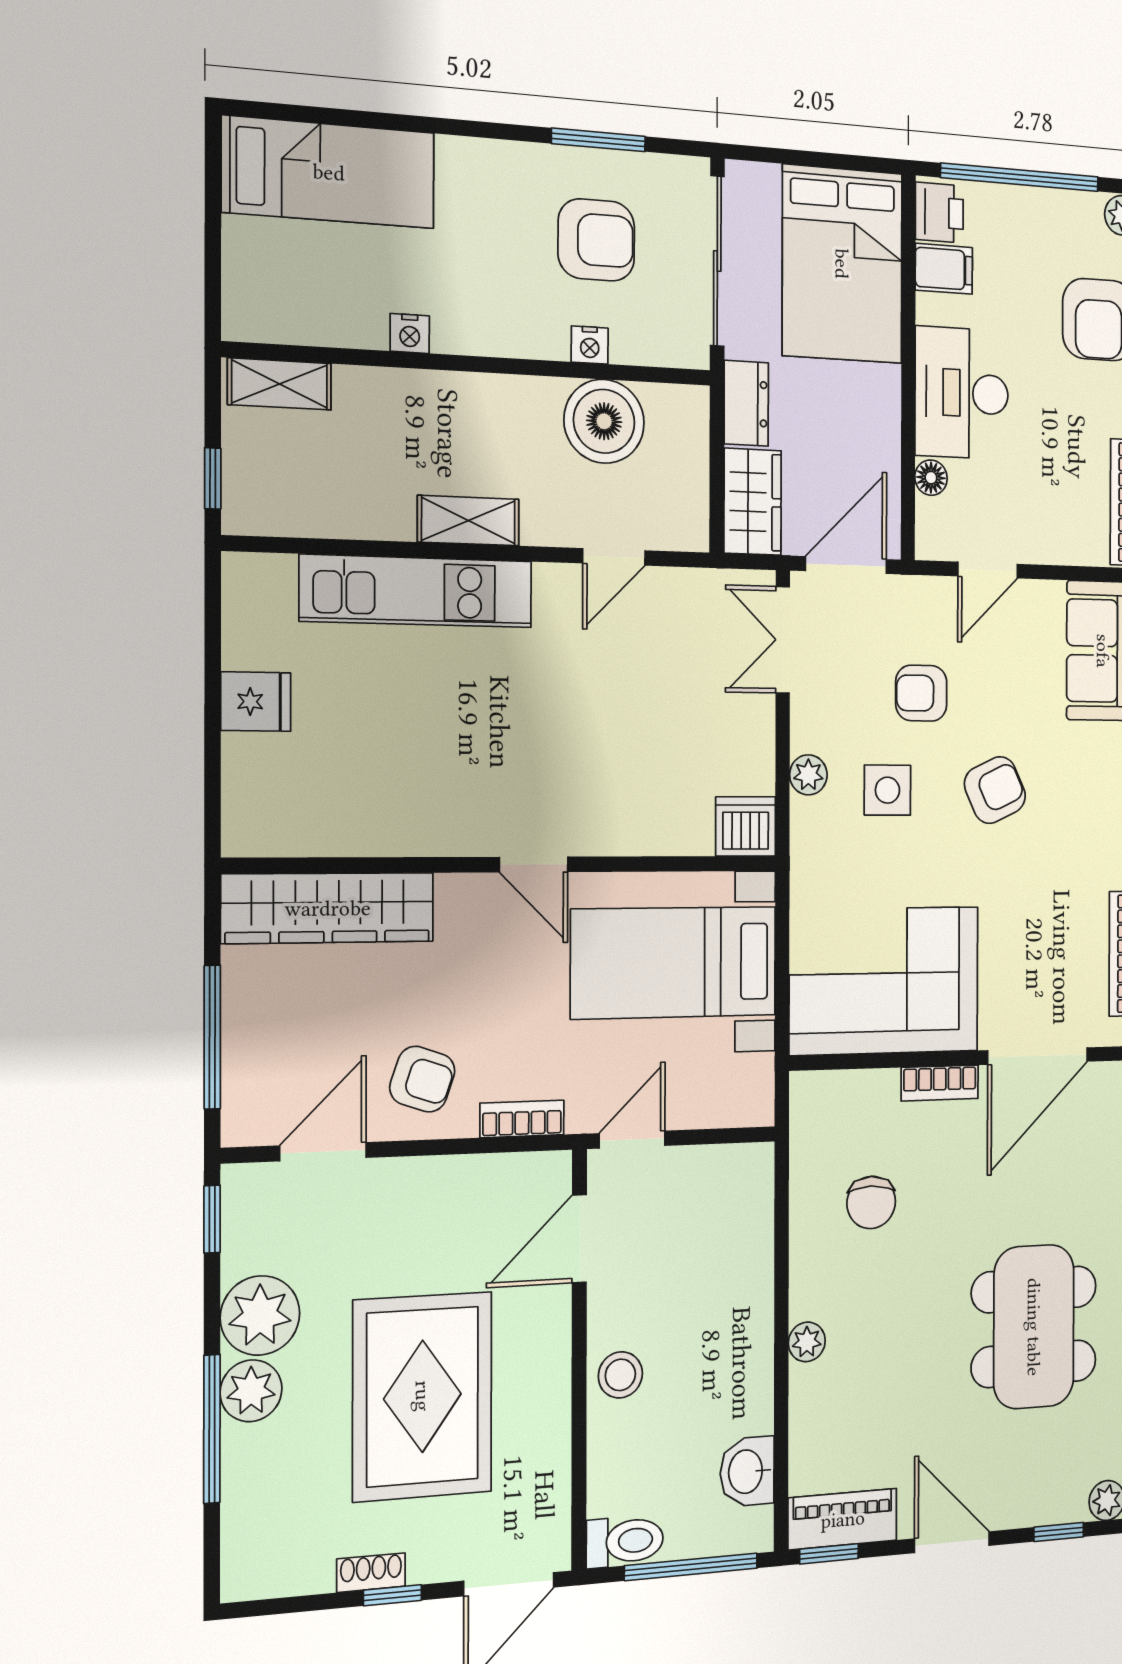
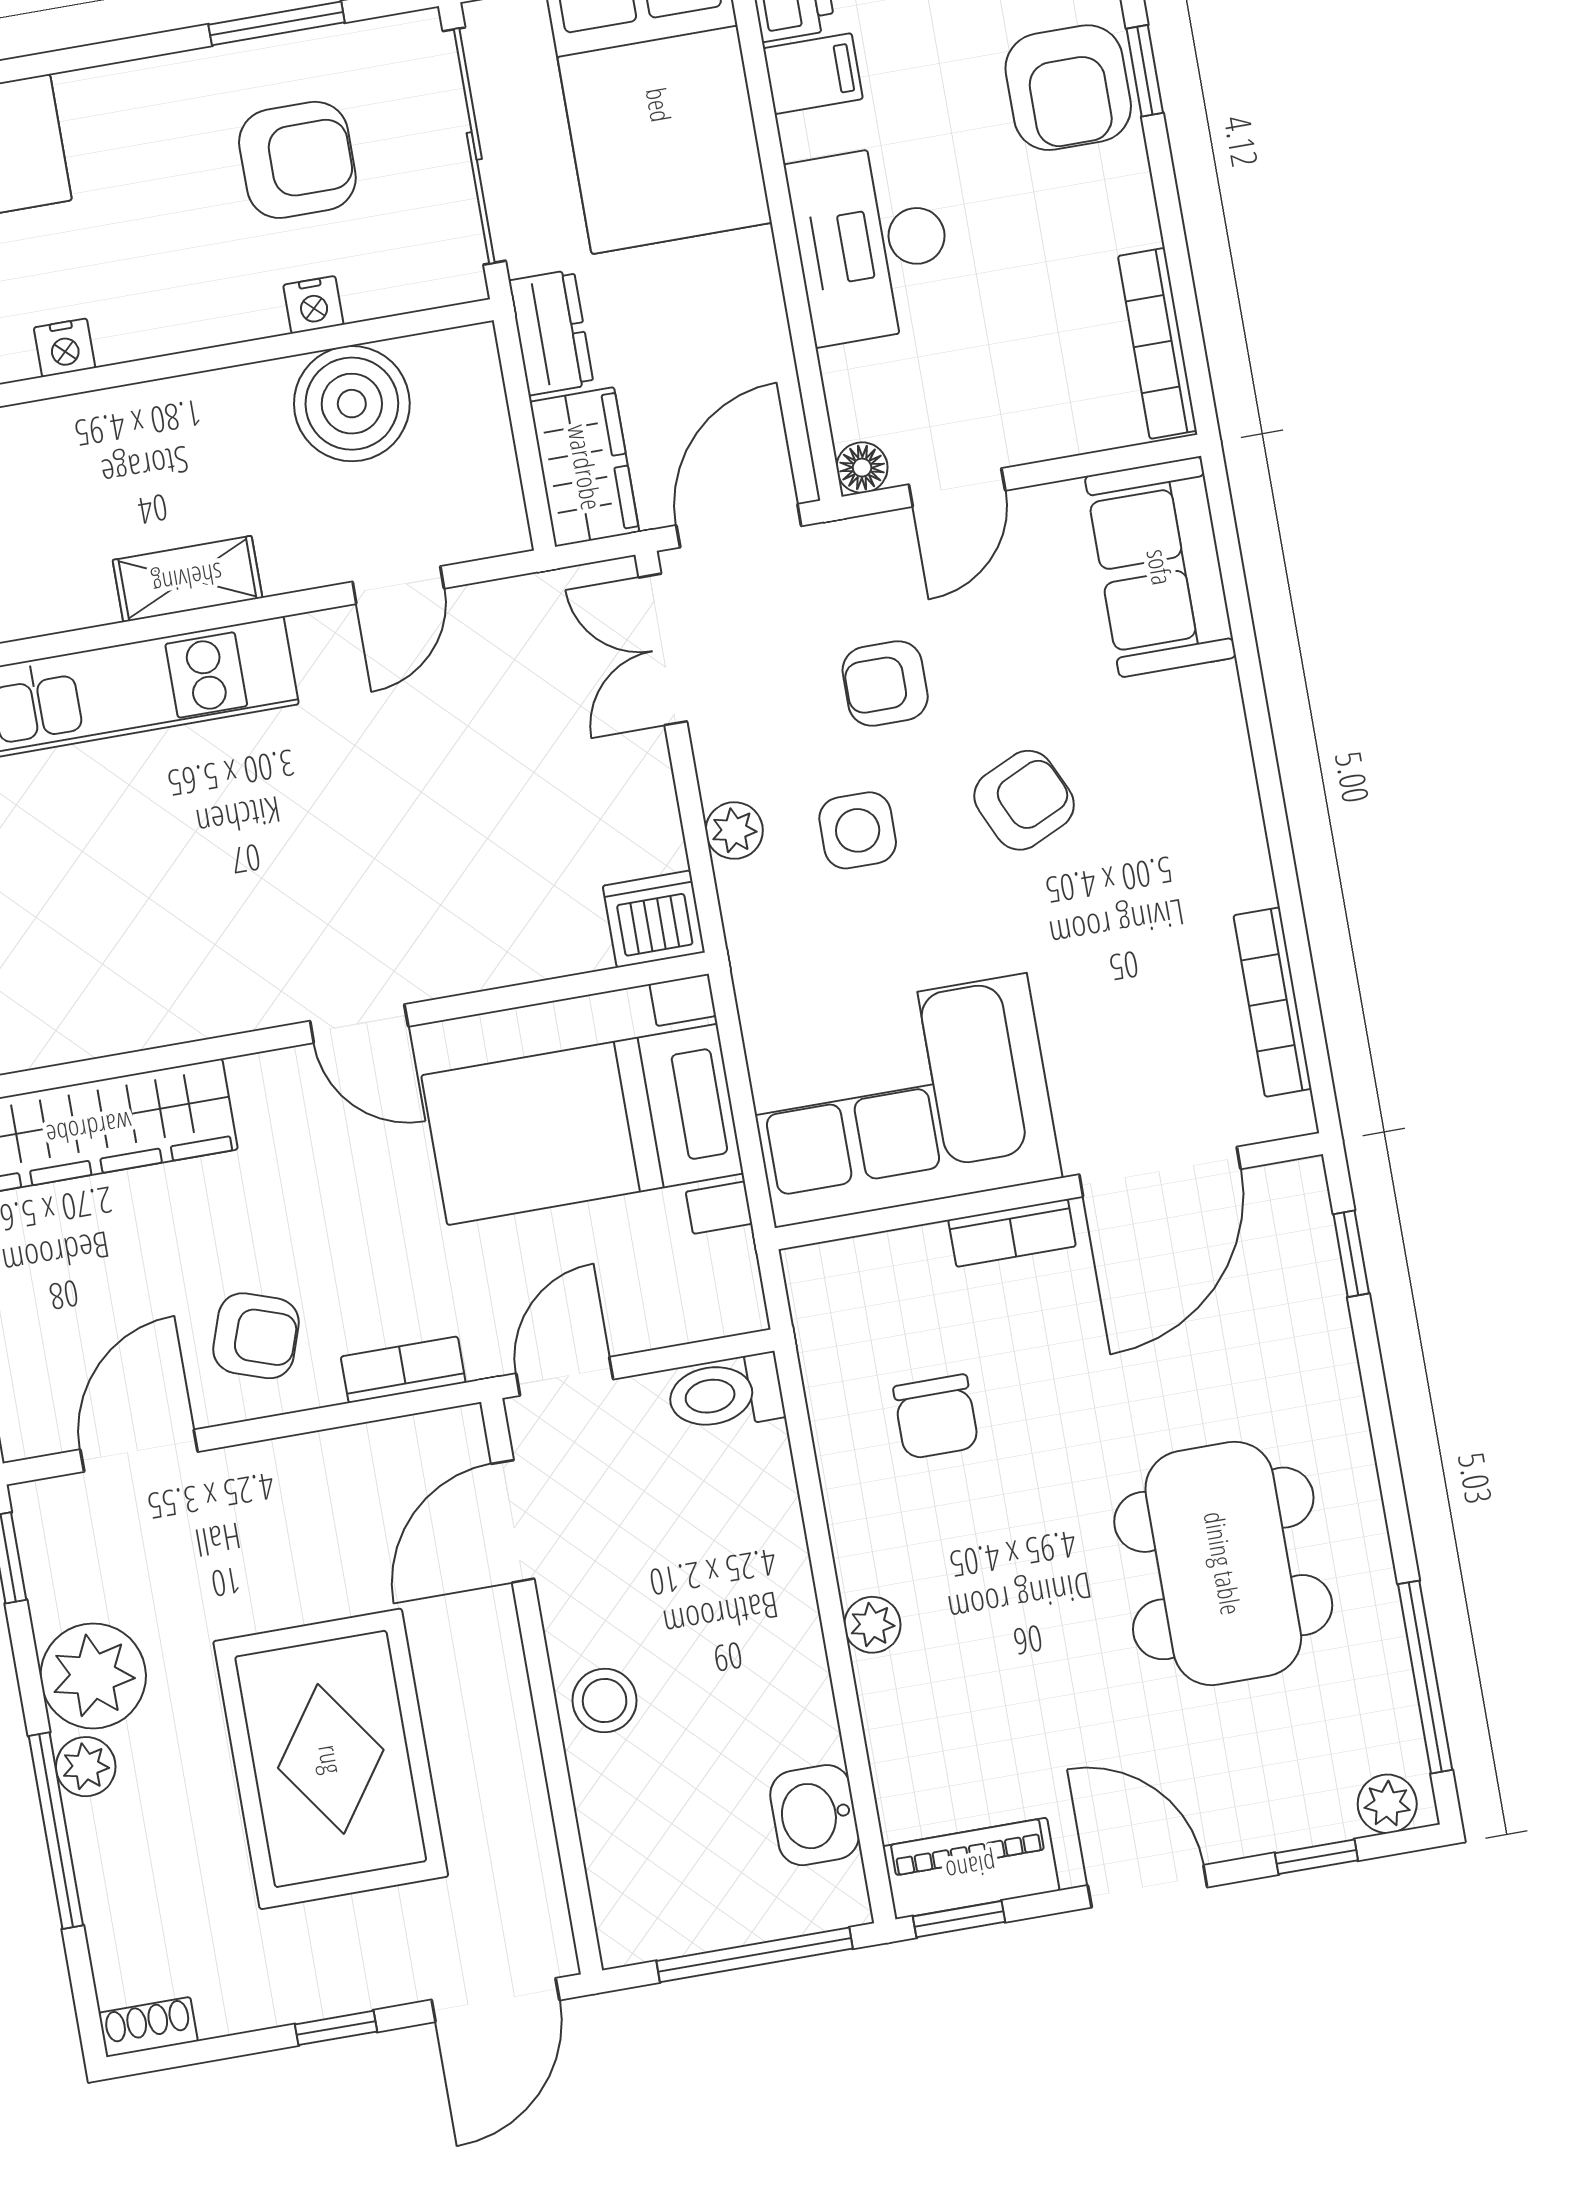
floor lamp: (931, 478) -> (862, 468), moved
plant: (251, 1391) -> (86, 1767), width x0.73, depth x0.73
toilet: (625, 1541) -> (725, 1393), moved, turned 180
shoe rack: (371, 1573) -> (148, 2027), moved

